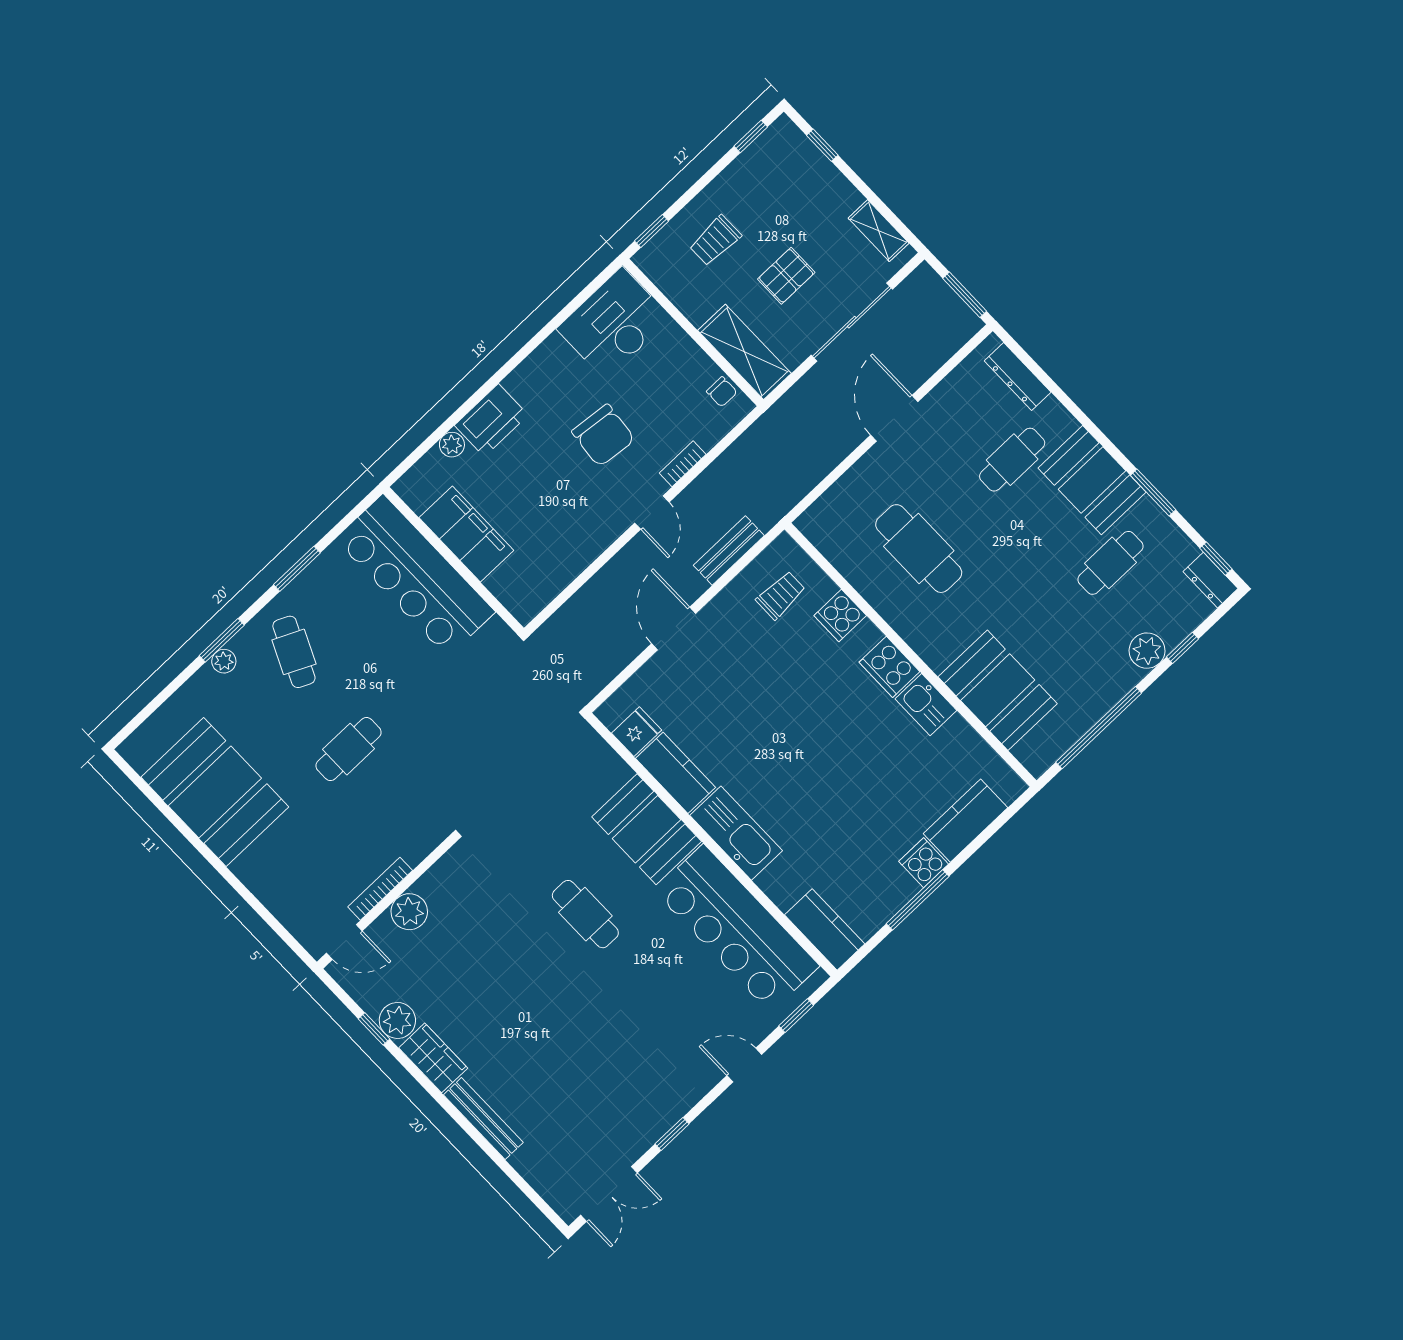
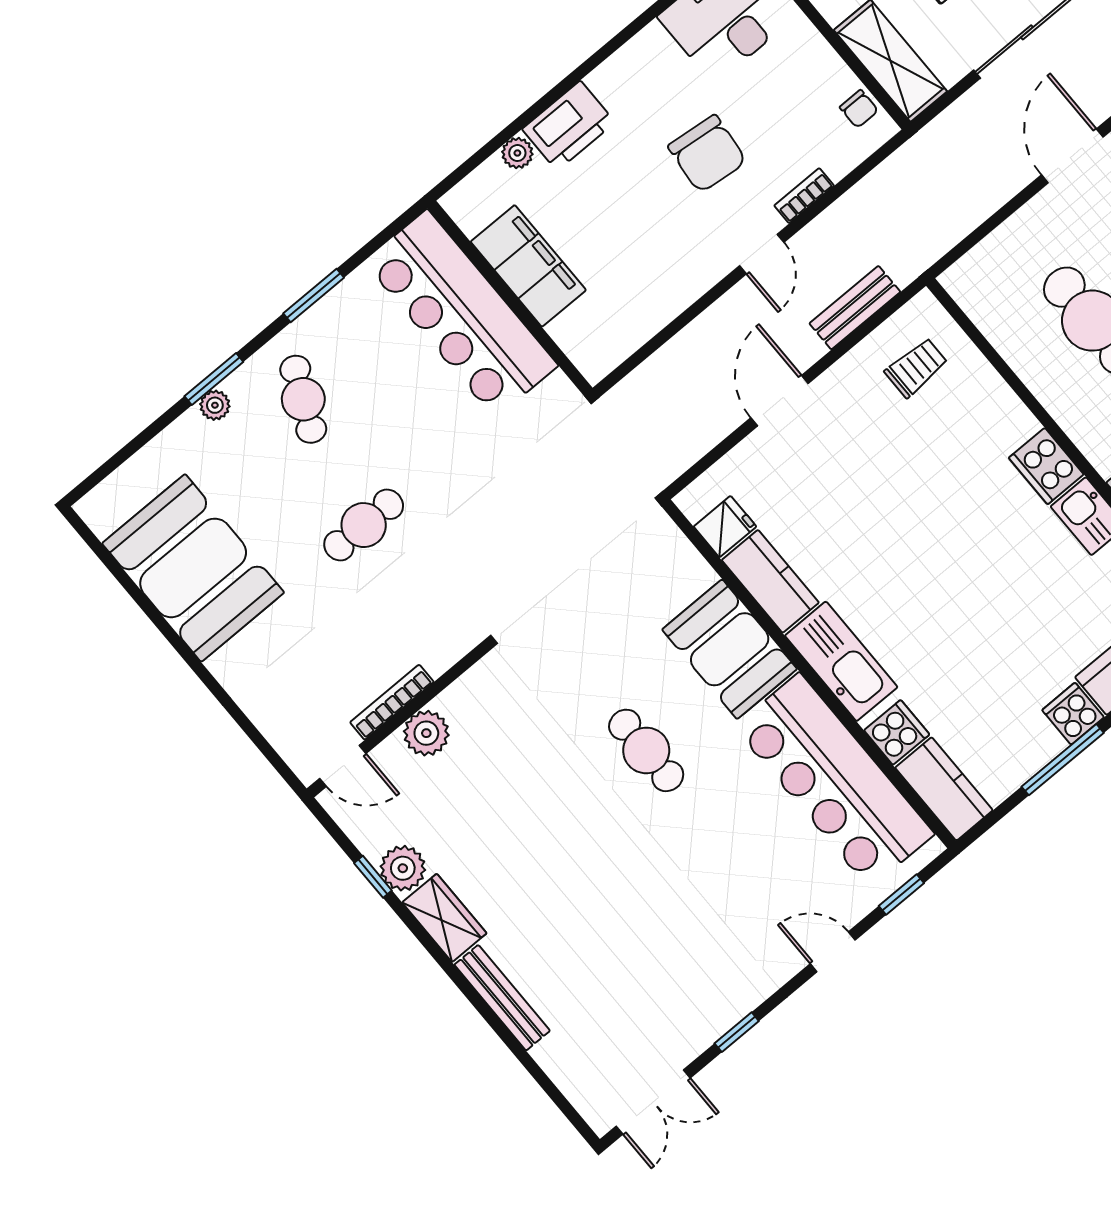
cooker: (840, 615) -> (897, 732), moved, turned 180

